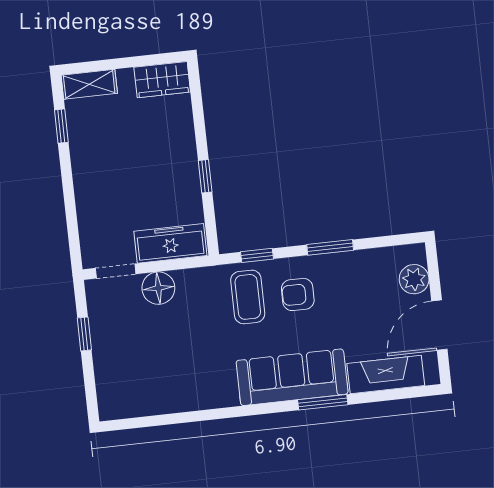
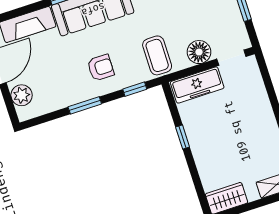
coffee table: (248, 297) -> (157, 55), moved

